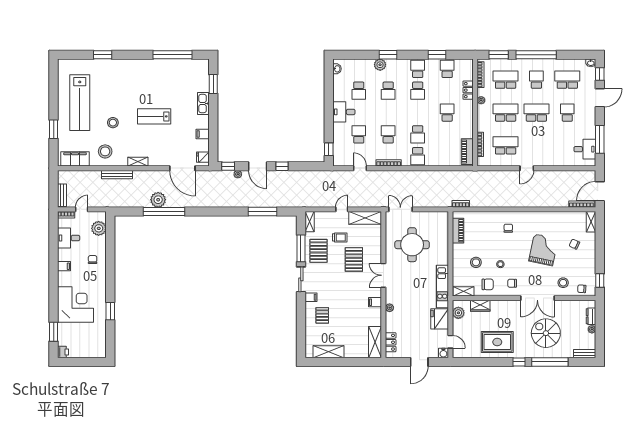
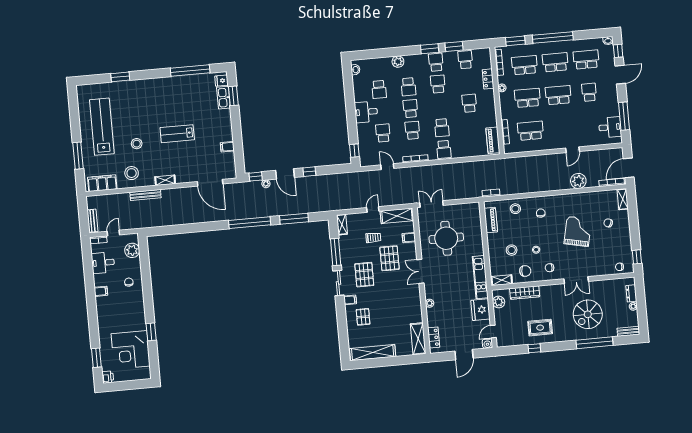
window: (388, 55) -> (430, 49), moved
school desk: (536, 80) -> (555, 62), width x1.85
school desk: (418, 91) -> (438, 84), turned 180
lab bench: (80, 103) -> (102, 127), turned 180
kitchen sink: (203, 104) -> (223, 98), moved
school desk: (388, 113) -> (410, 109), added
window: (54, 129) -> (78, 156), width x1.44
fridge: (203, 157) -> (222, 81), moved
door: (527, 168) -> (572, 150), moved
plant: (158, 200) -> (578, 181), moved
window: (164, 211) -> (250, 223), moved
pallet: (319, 251) -> (364, 275), moved
stool: (563, 283) -> (515, 209), moved
double door: (537, 298) -> (576, 280), width x0.73
filing cabinet: (375, 302) -> (409, 238), moved
corner desk: (76, 305) -> (131, 350), moved, turned 180
wardrobe: (480, 306) -> (525, 293), width x1.50
spiral stairs: (546, 333) -> (588, 314), turned -90
door: (450, 342) -> (493, 332), swing flipped
rug: (497, 342) -> (540, 328), width x0.73, depth x0.70
shelving: (329, 352) -> (373, 353), width x1.47
window: (519, 362) -> (534, 348), moved

